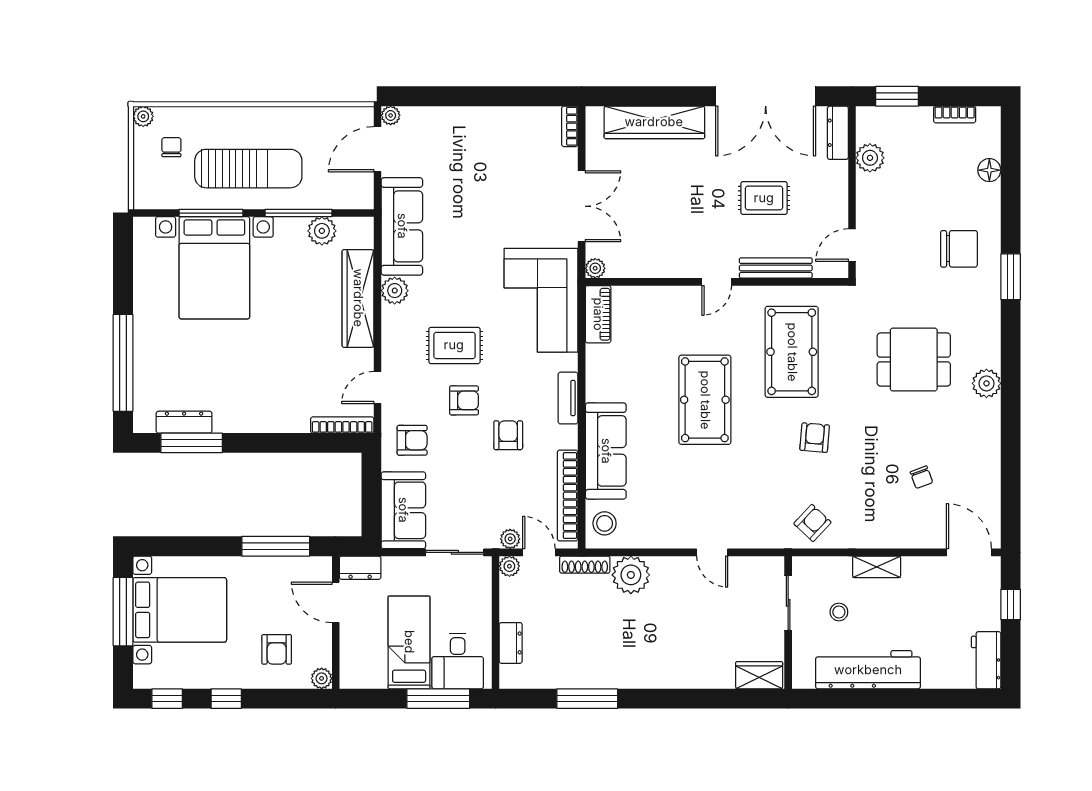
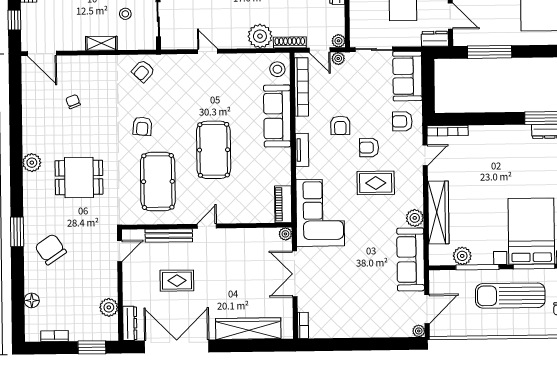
chair: (959, 249) -> (51, 249), turned 56

